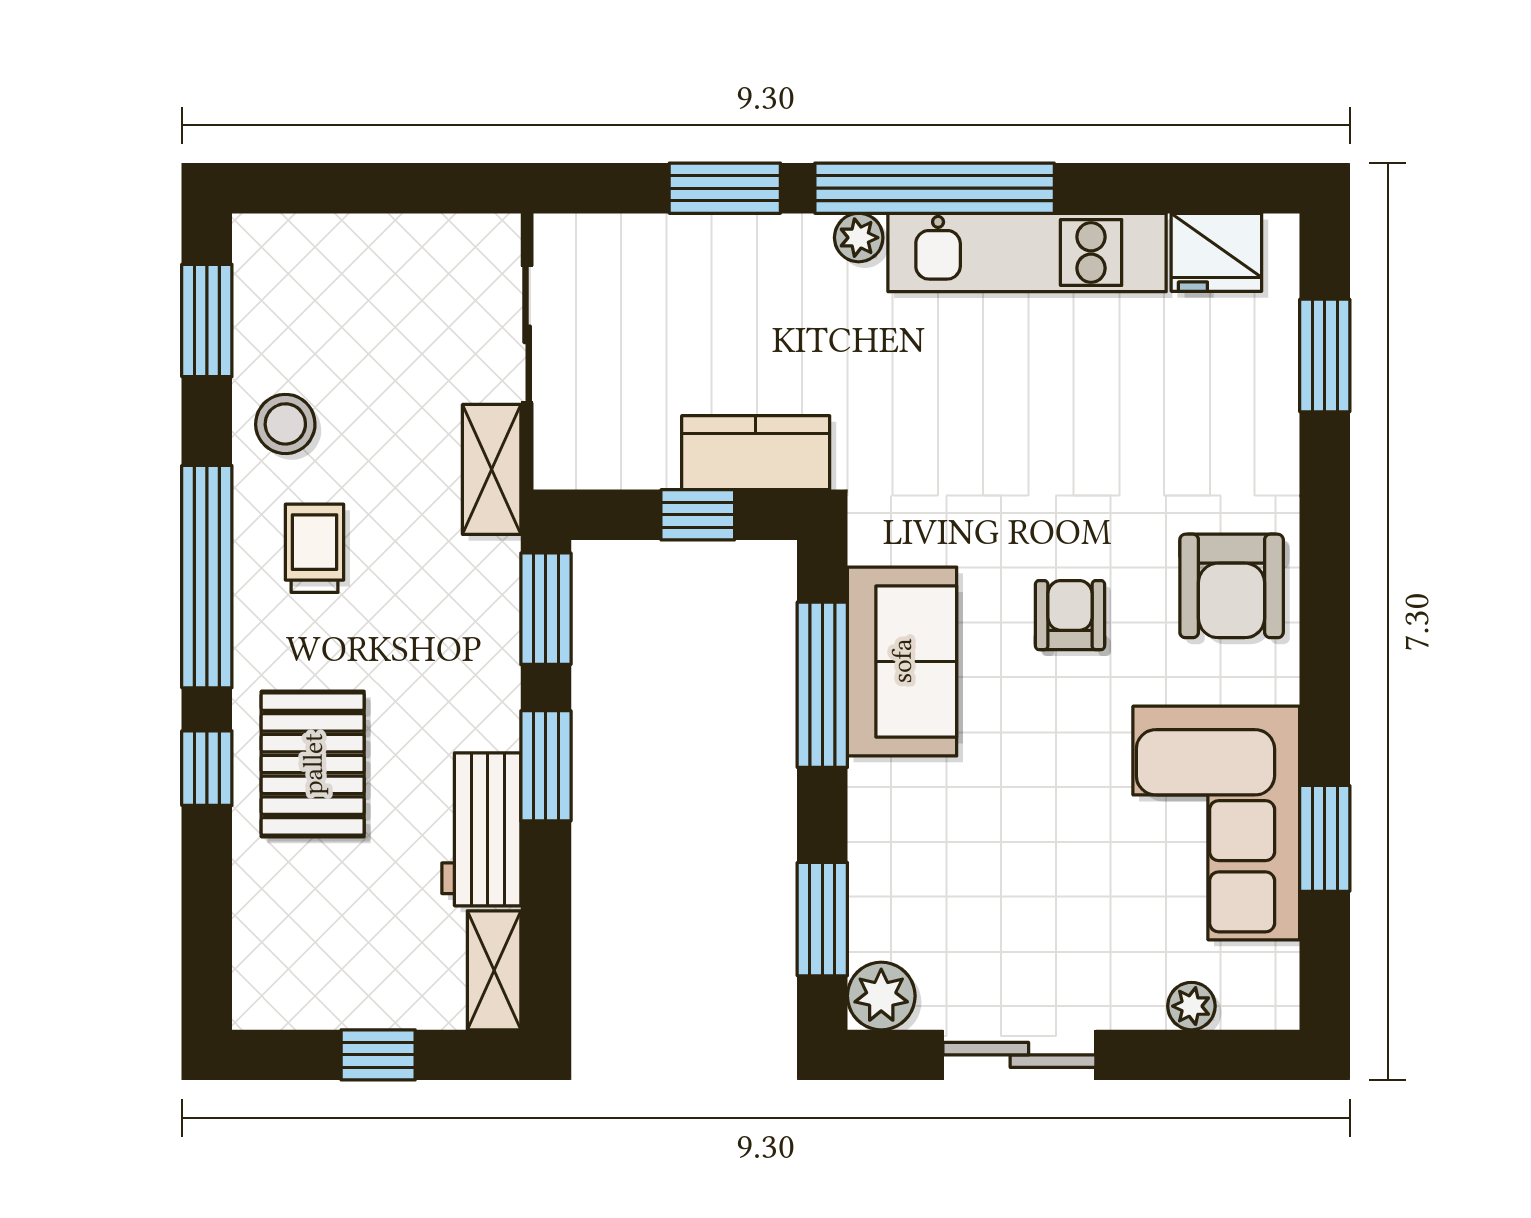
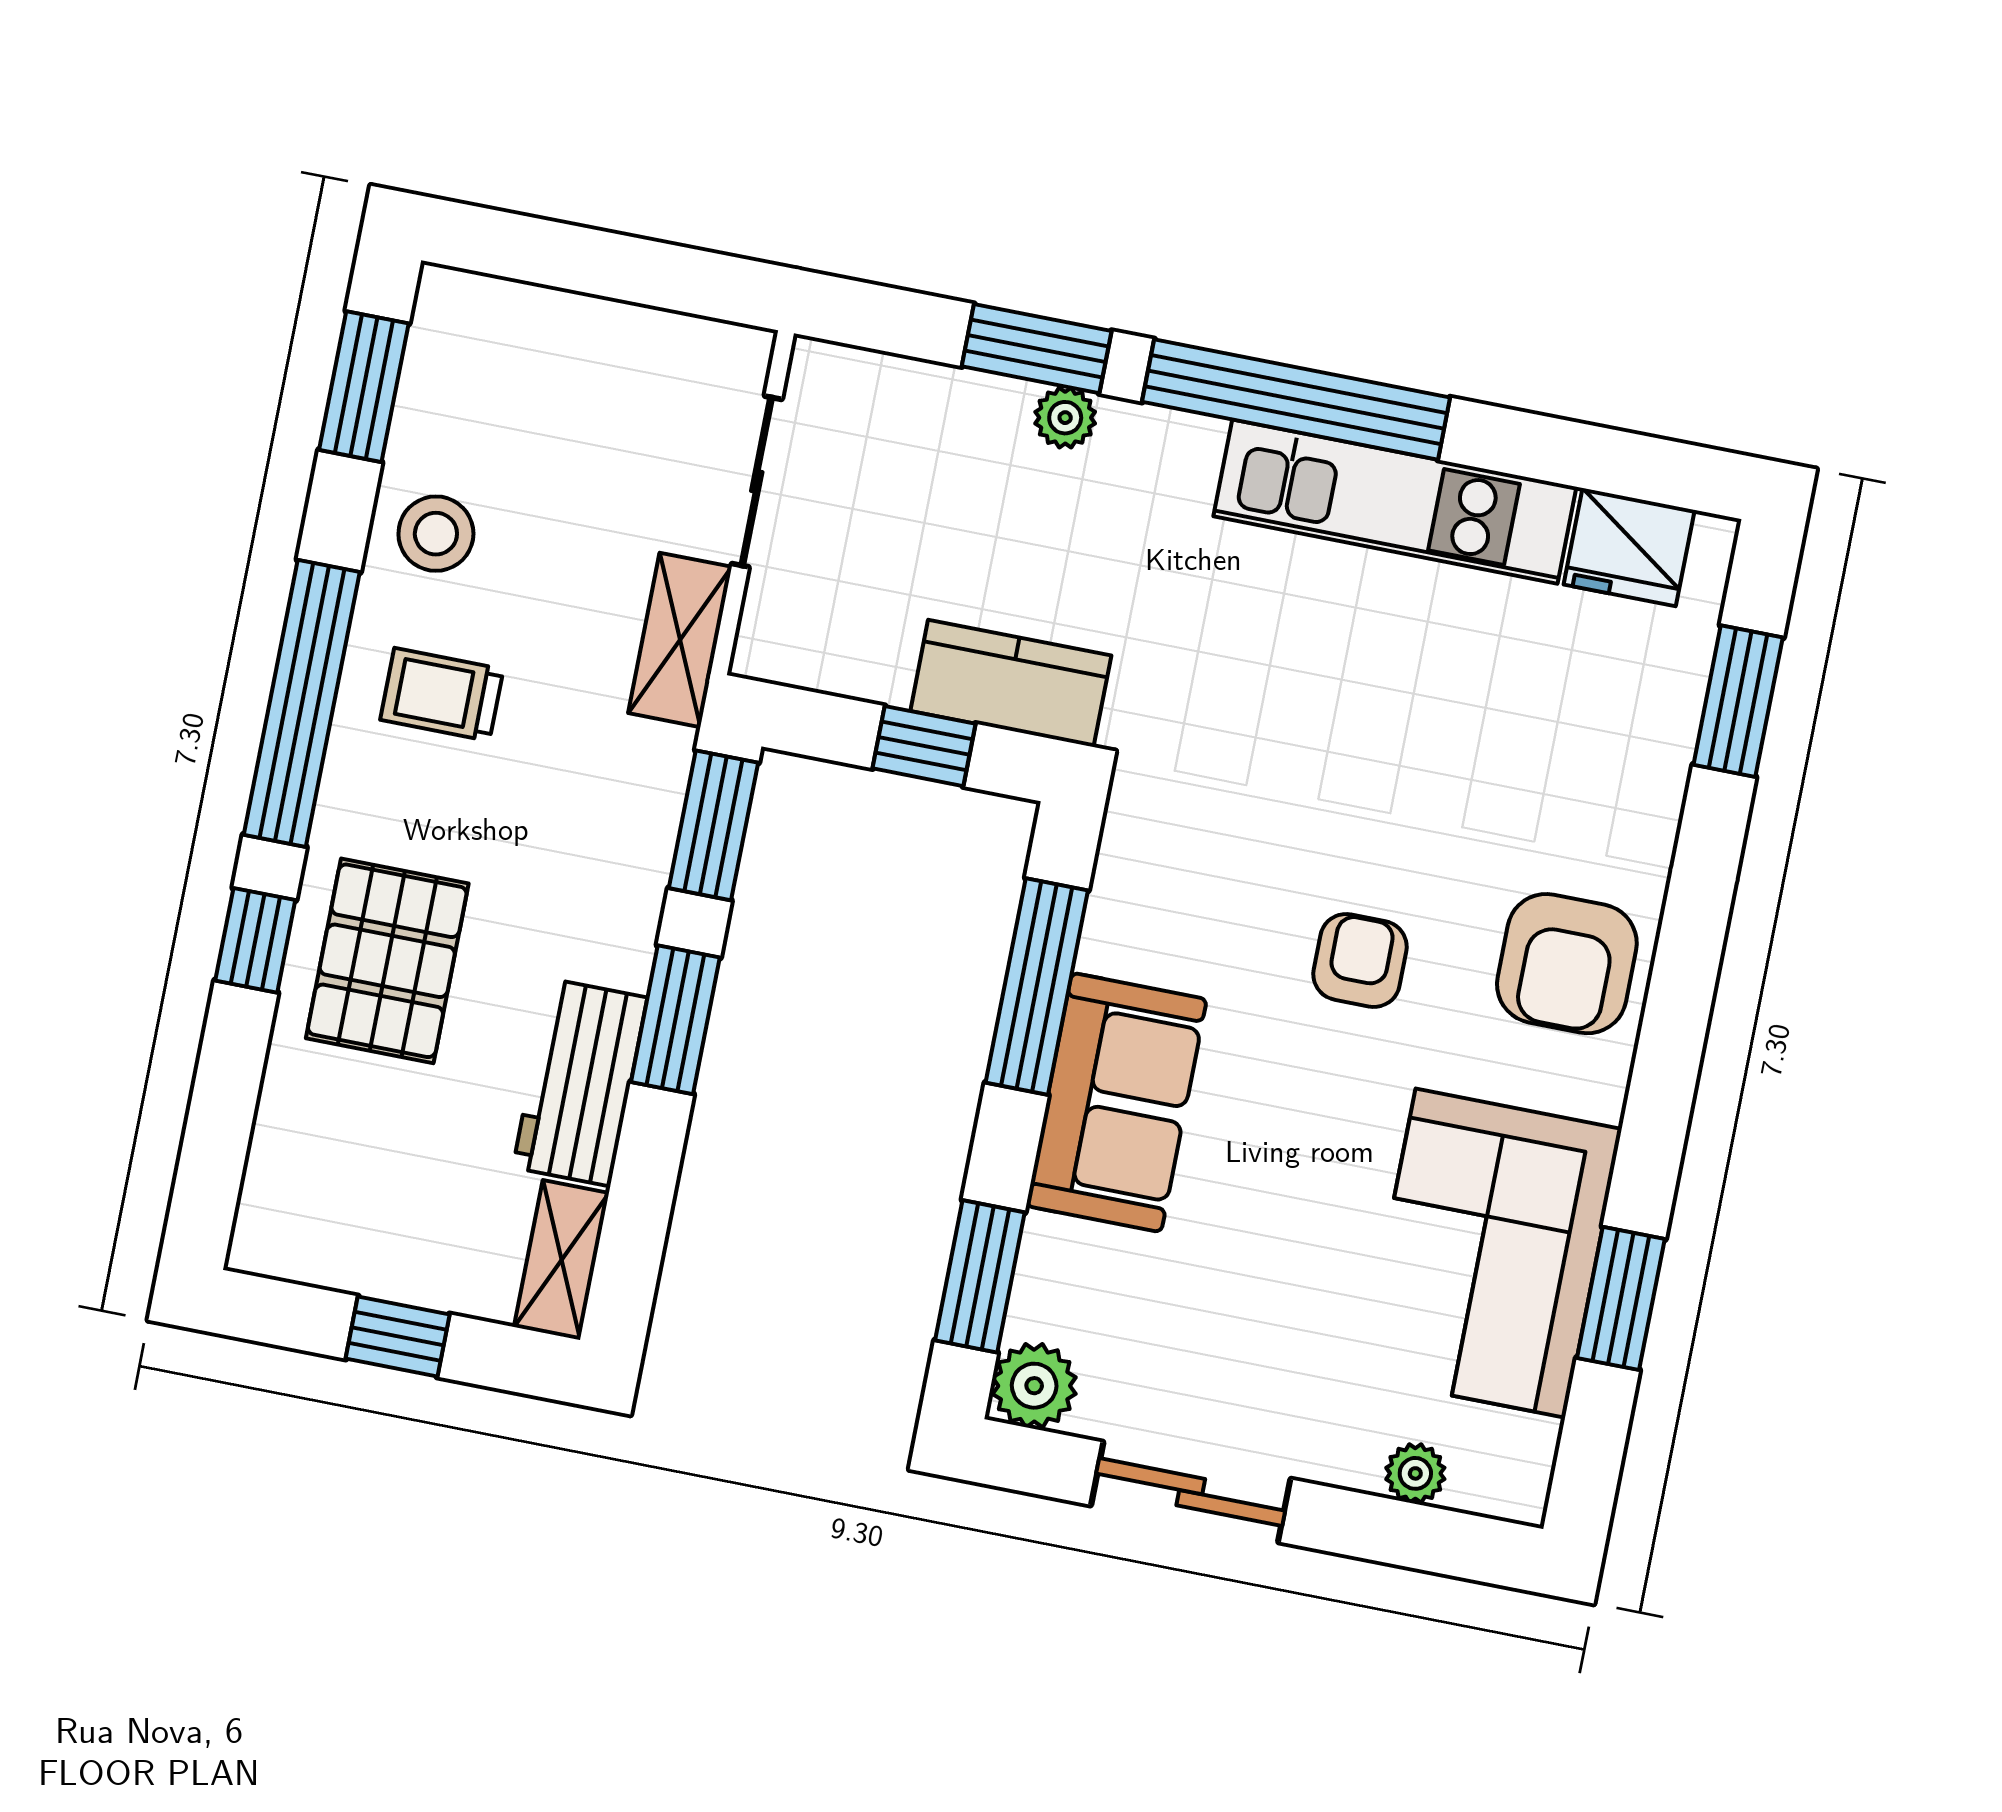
plant: (859, 238) -> (1065, 418), moved
trolley: (315, 548) -> (442, 695), turned -90
sofa: (902, 661) -> (1116, 1102), moved

